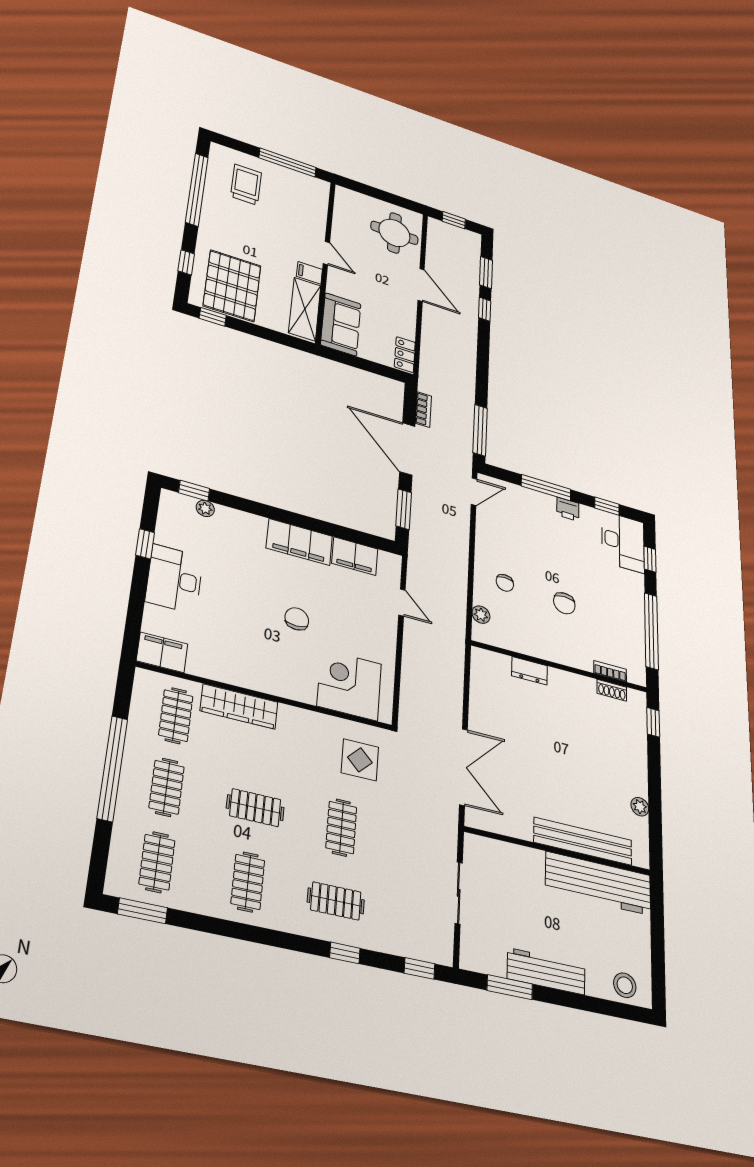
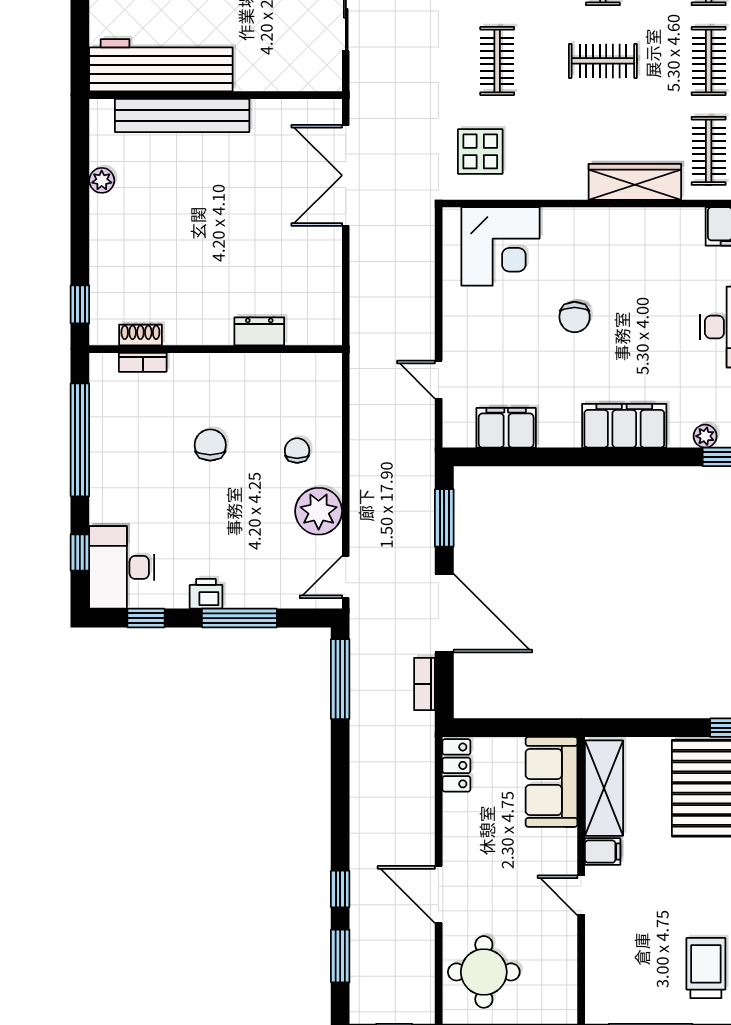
trolley: (246, 185) -> (706, 968), turned 180
filing cabinet: (299, 542) -> (624, 426), moved
plant: (481, 615) -> (319, 511), moved, width x1.87, depth x1.87

